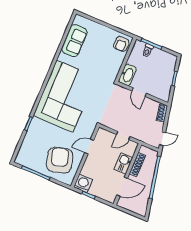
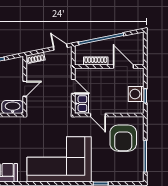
armchair: (60, 160) -> (123, 138), turned -74
kitchen sink: (123, 163) -> (81, 104), moved, turned -90
washing machine: (83, 183) -> (136, 94), moved

